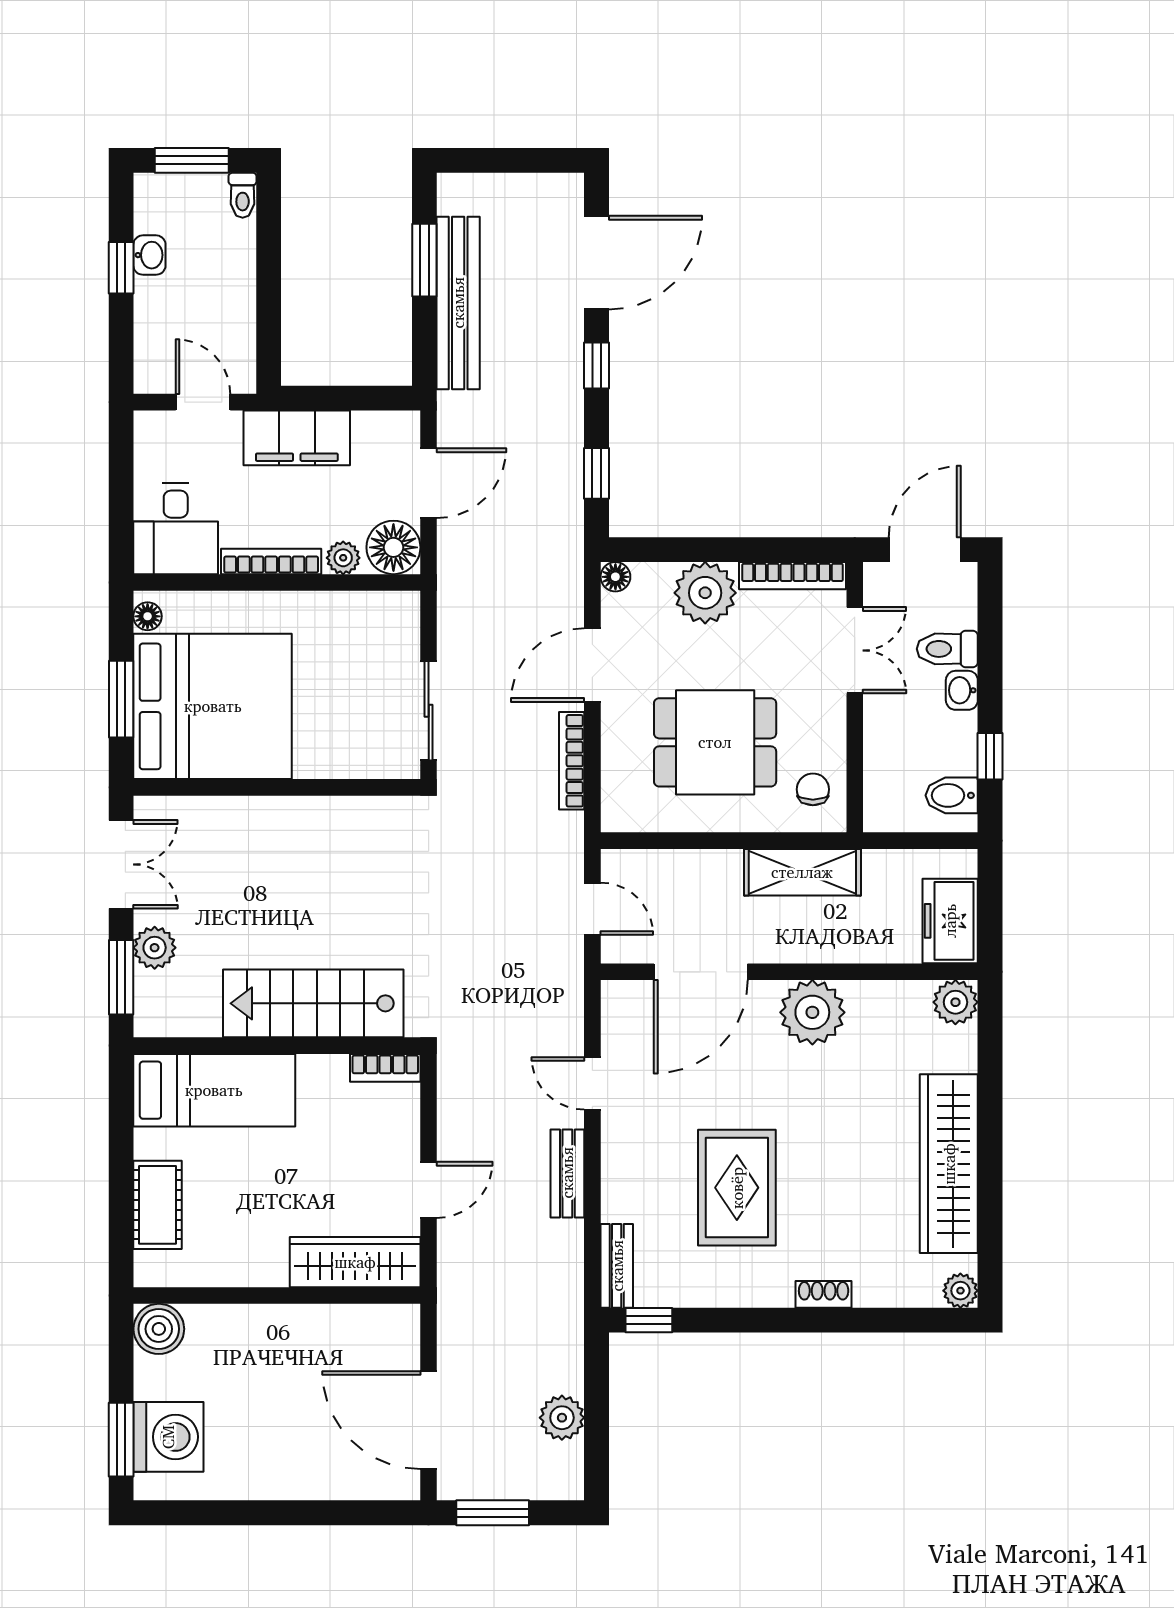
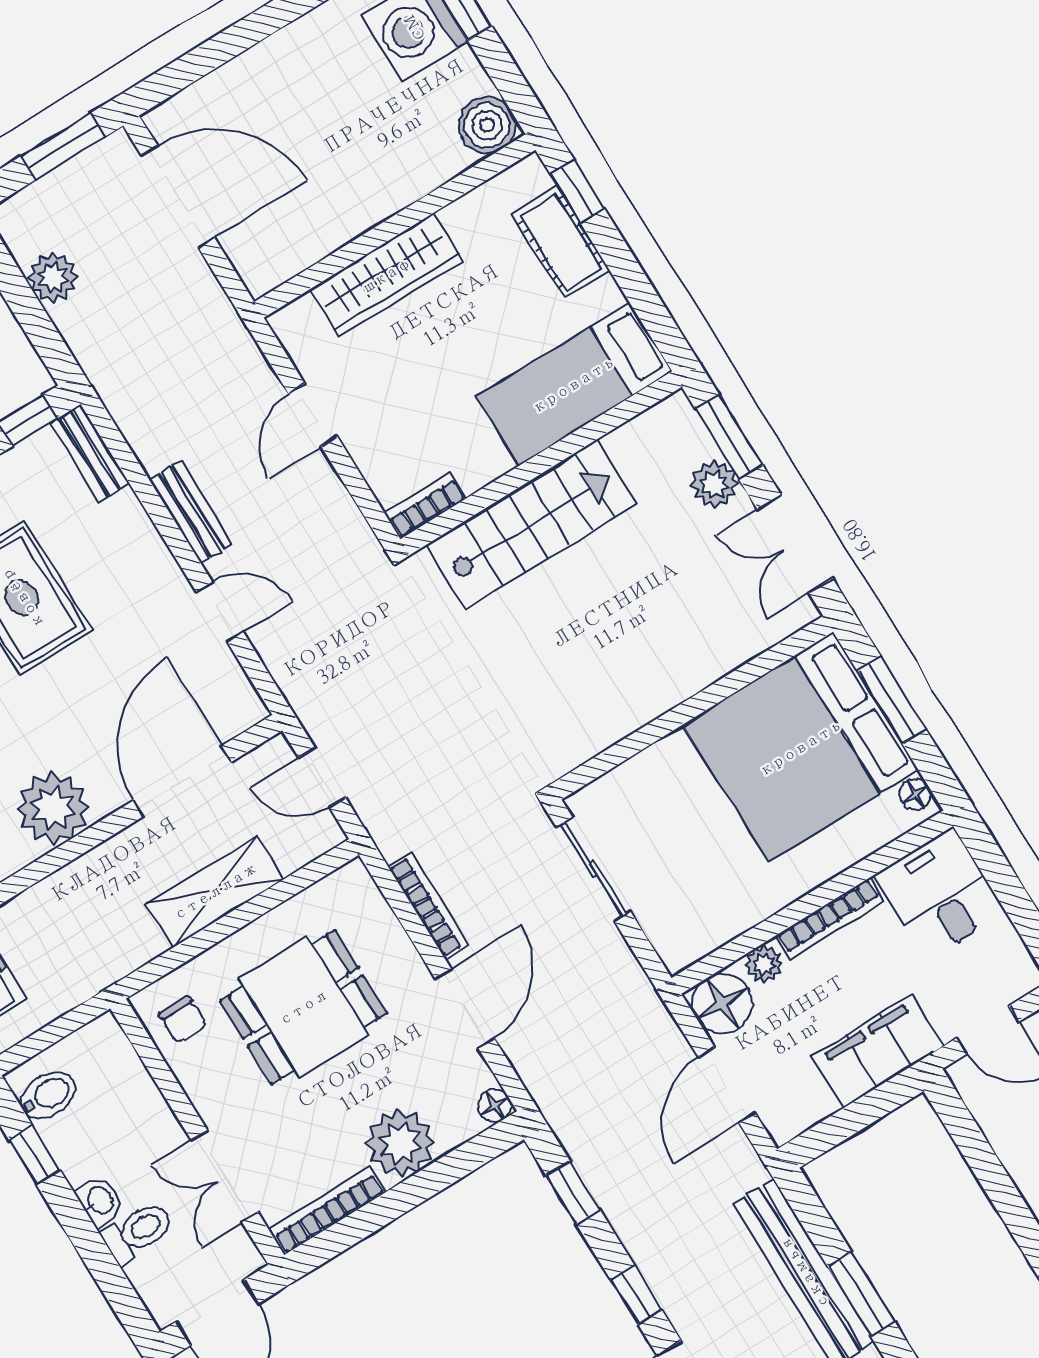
shelving: (802, 872) -> (215, 891), moved
window: (121, 1236) -> (577, 192), added
wardrobe: (355, 1262) -> (386, 275), moved

